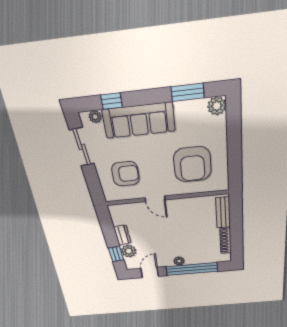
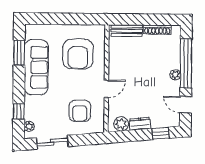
plant: (217, 106) -> (32, 31), removed
sofa: (139, 120) -> (36, 67), moved
armchair: (192, 164) -> (78, 54), turned 90
armchair: (125, 174) -> (80, 111), turned 180
plant: (129, 251) -> (121, 124), moved

